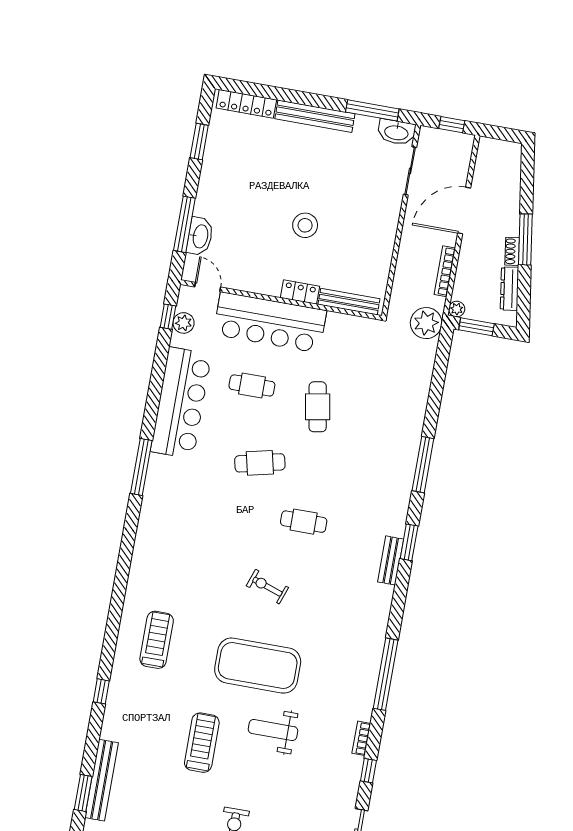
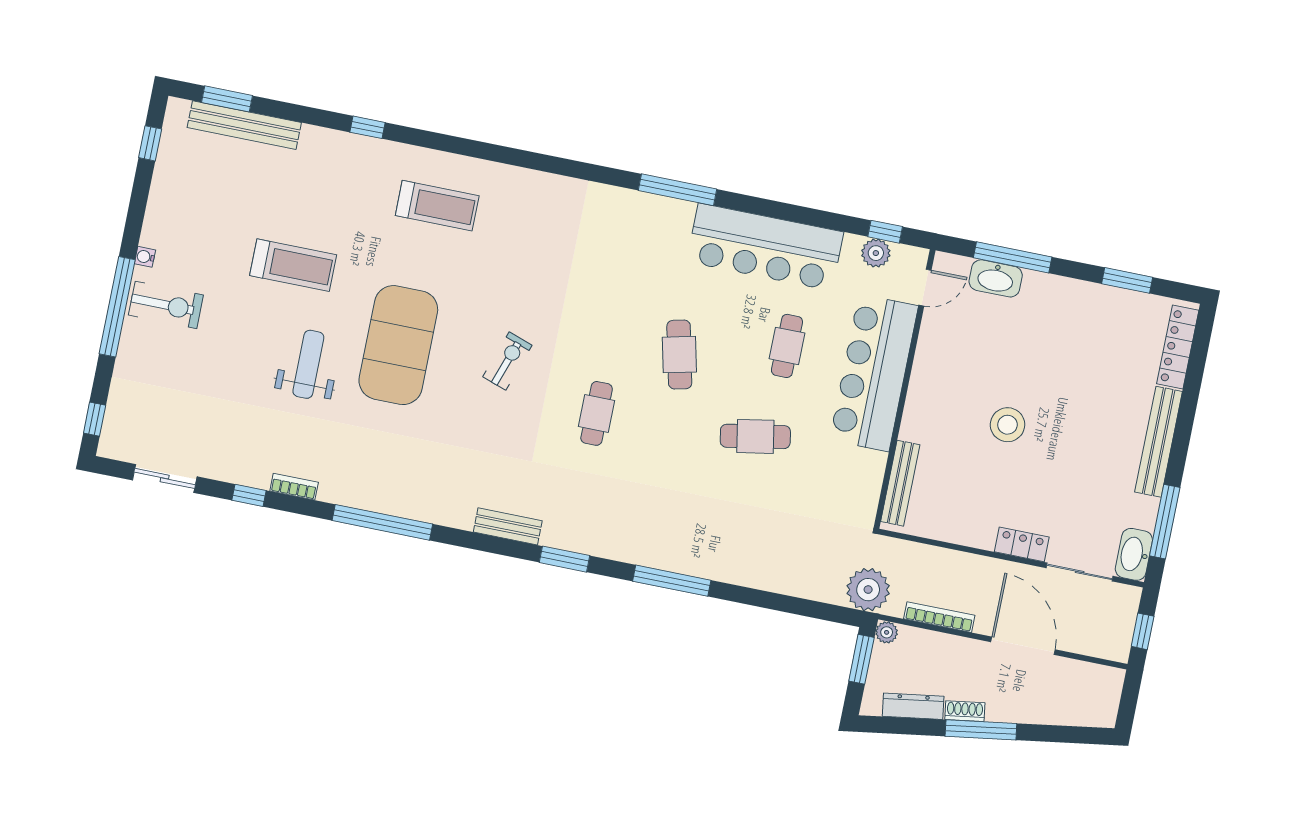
locker: (300, 292) -> (1022, 544), moved, turned -90
bench: (391, 560) -> (508, 526), moved

